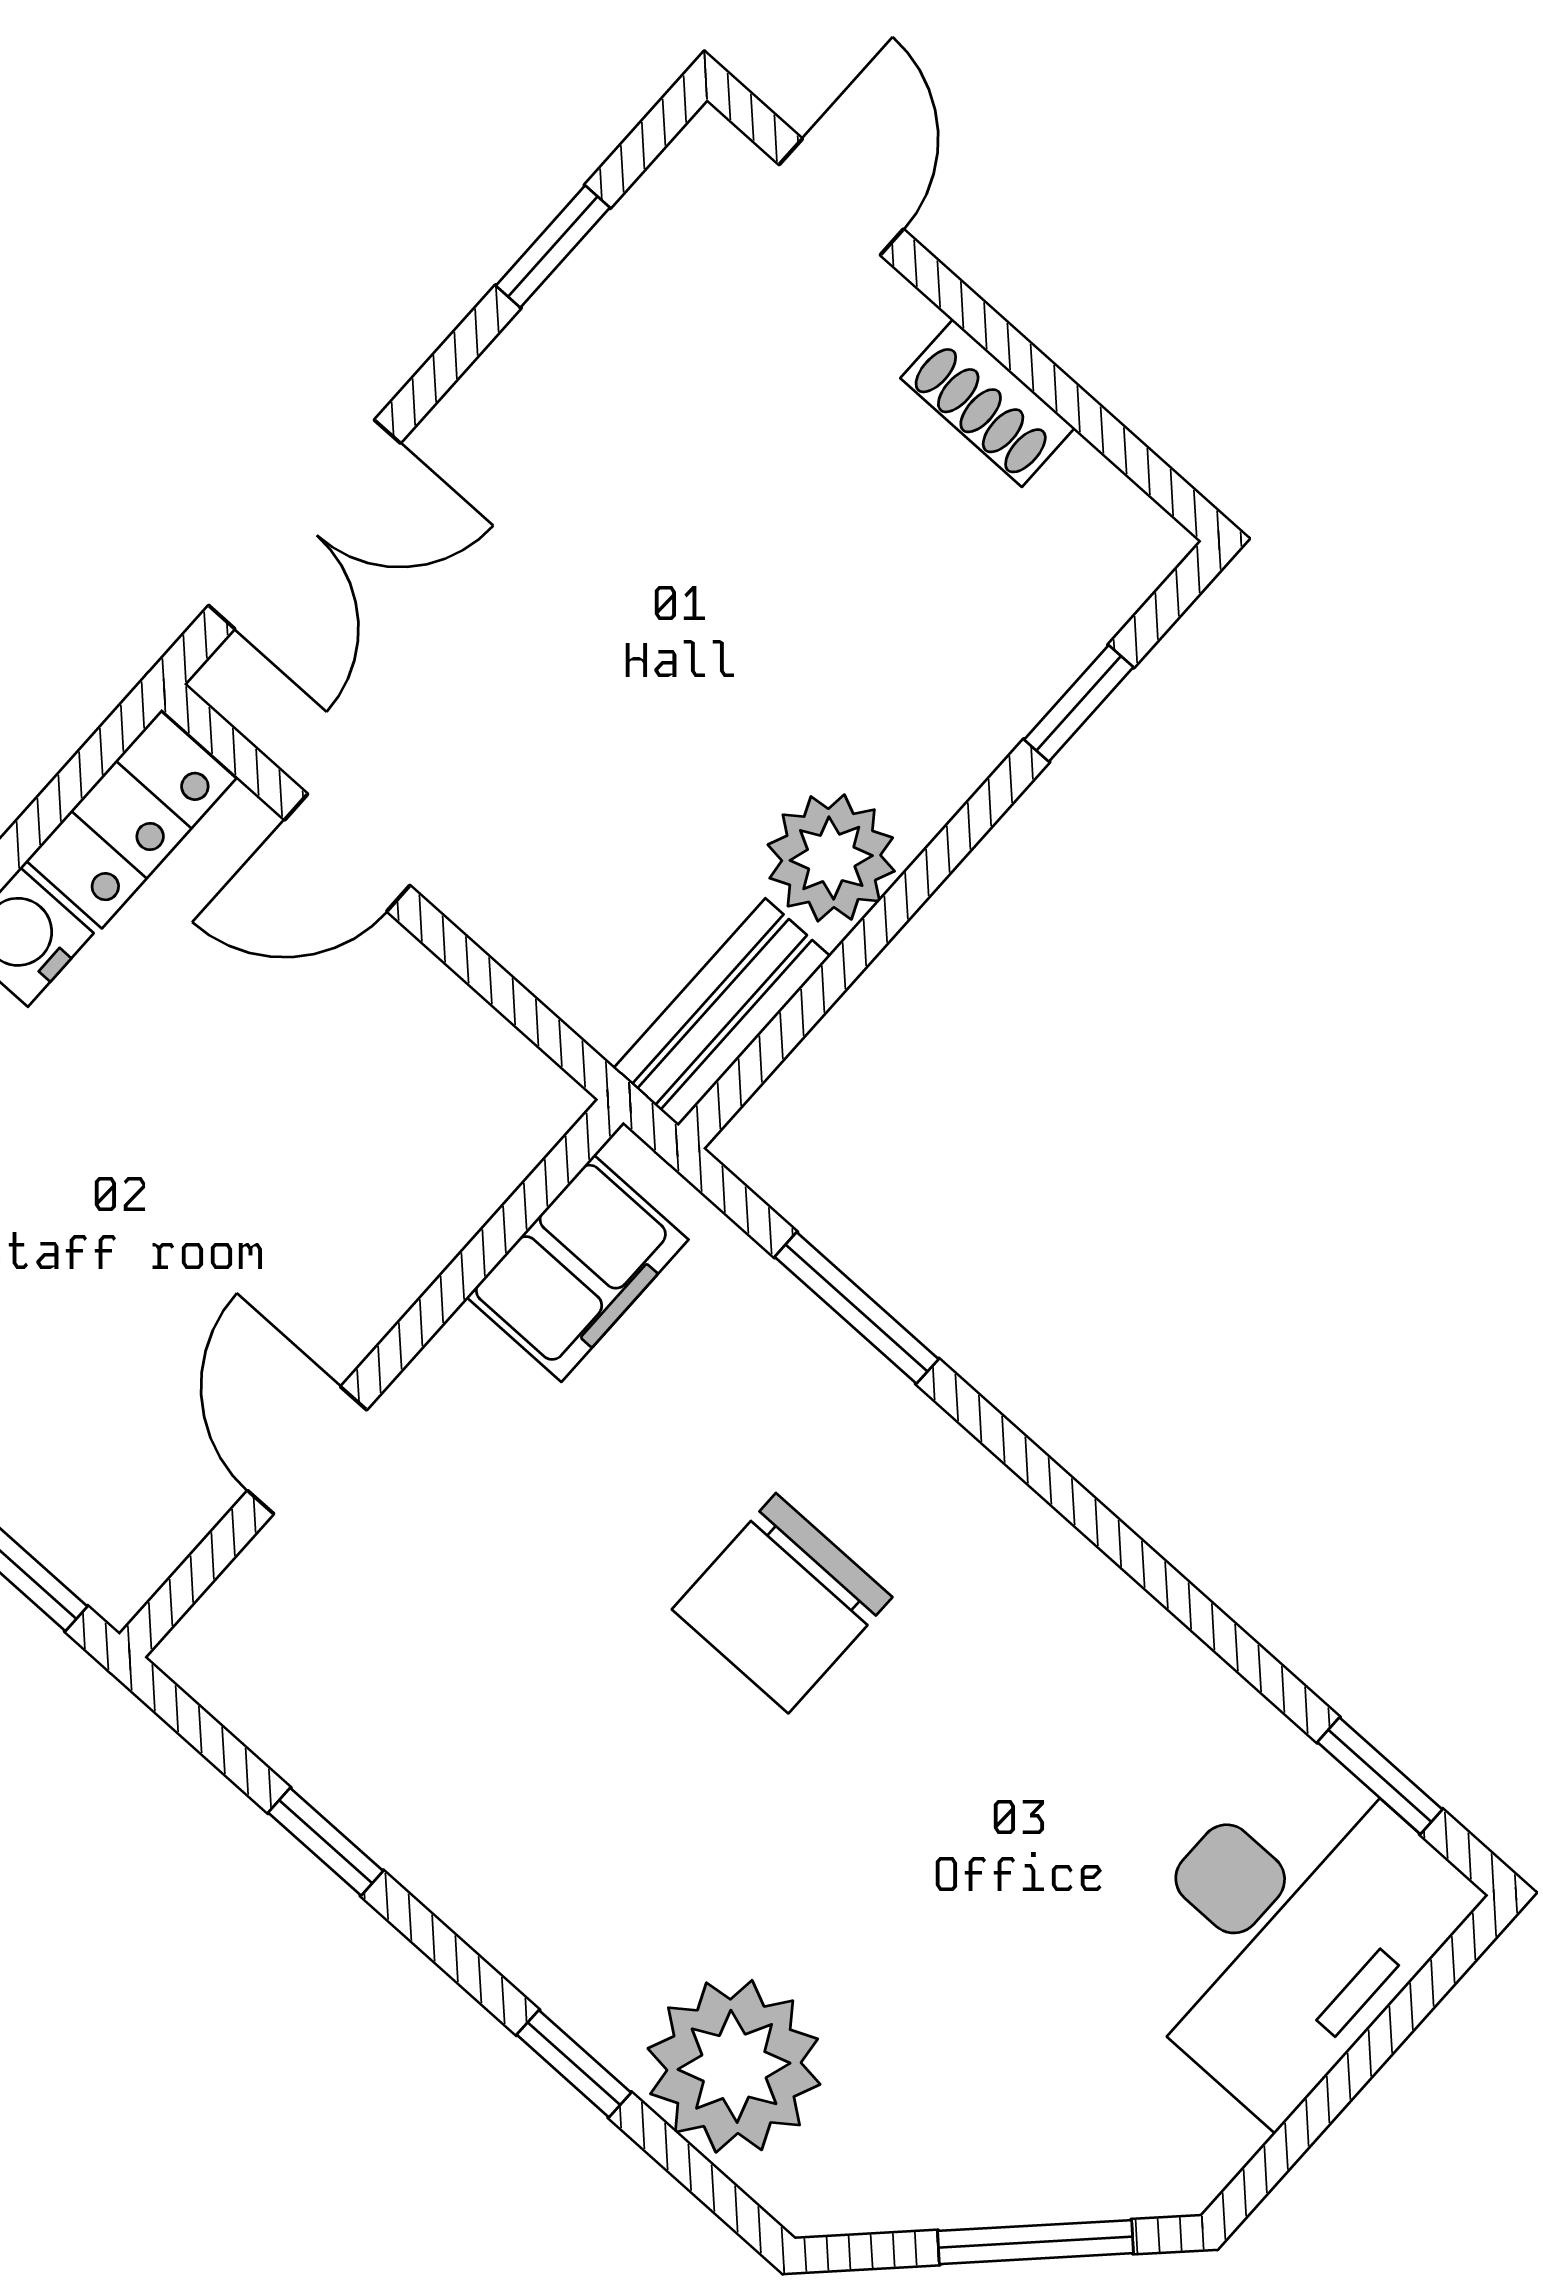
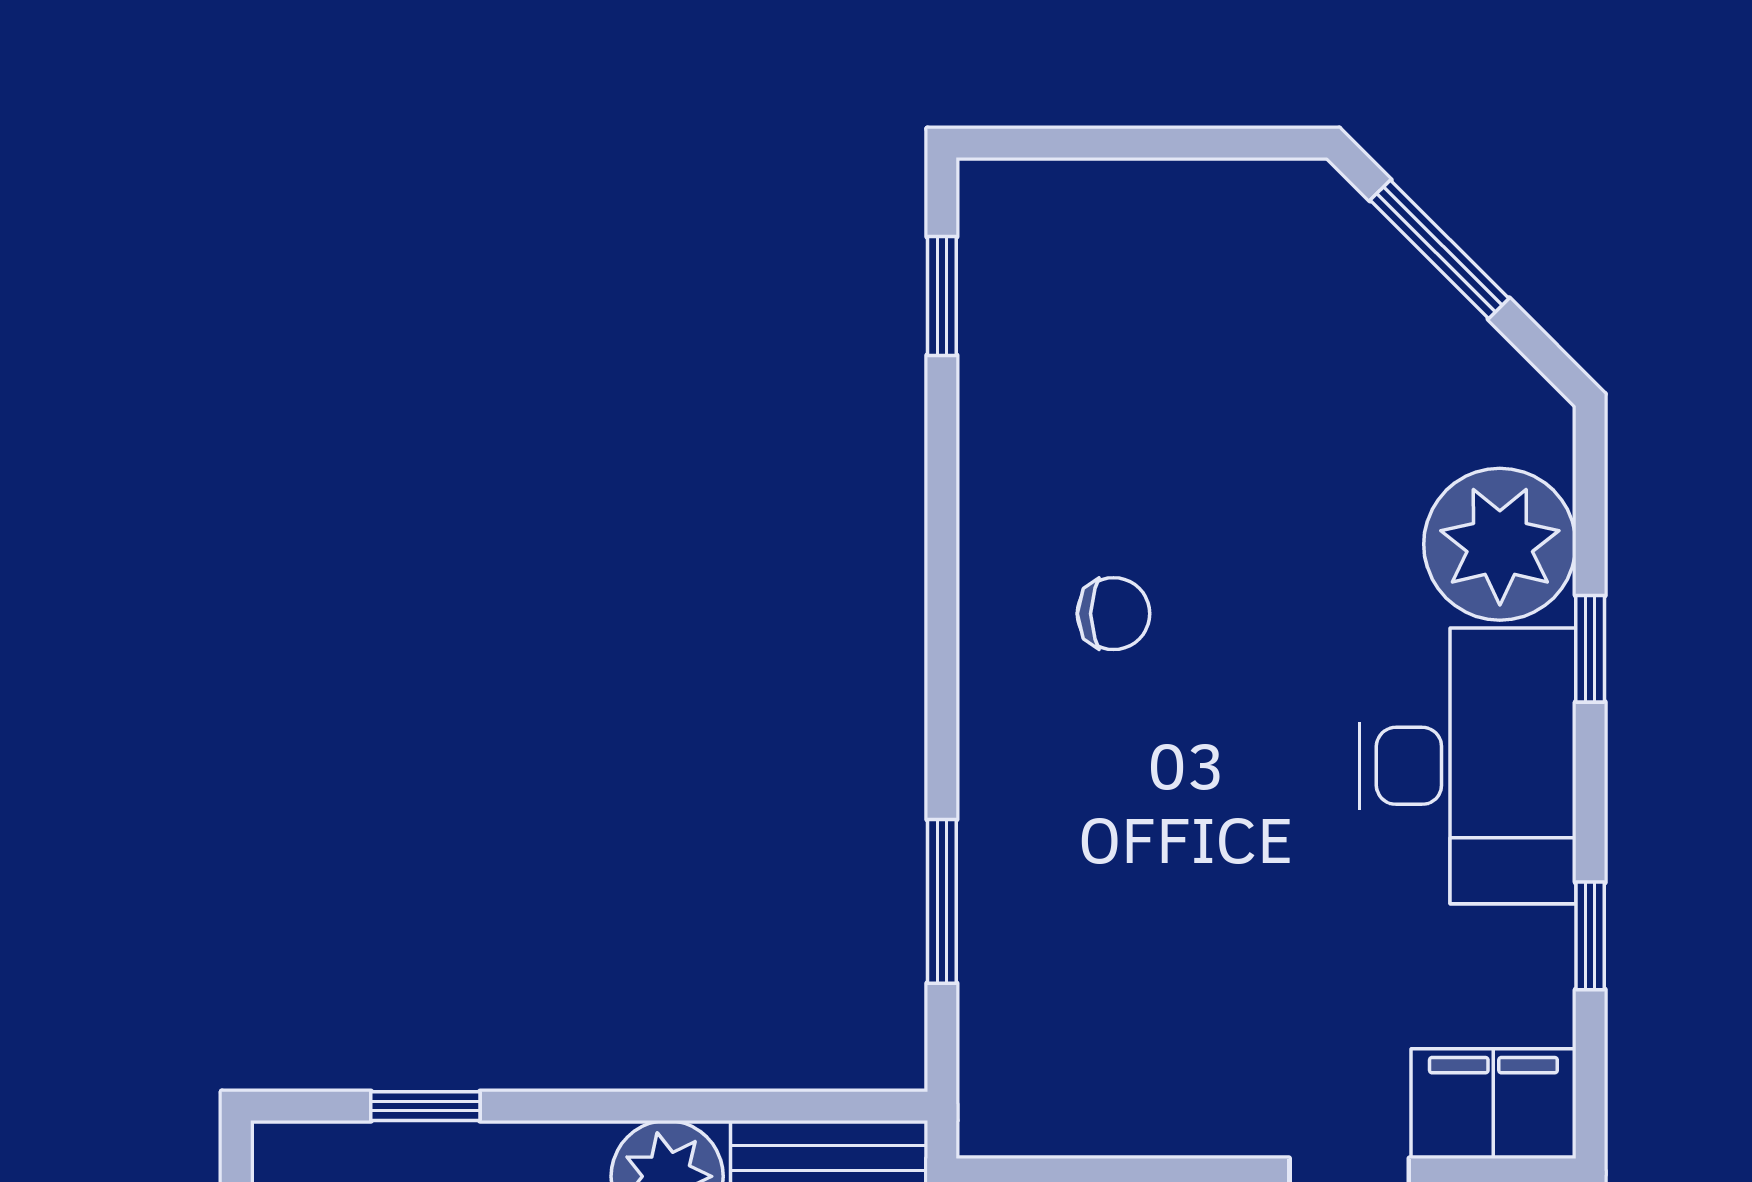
filing cabinet: (578, 1268) -> (1493, 1104), moved
chair: (782, 1603) -> (1114, 614), moved, width x0.54, depth x0.54
desk: (1288, 1931) -> (1468, 766), moved, turned 90

